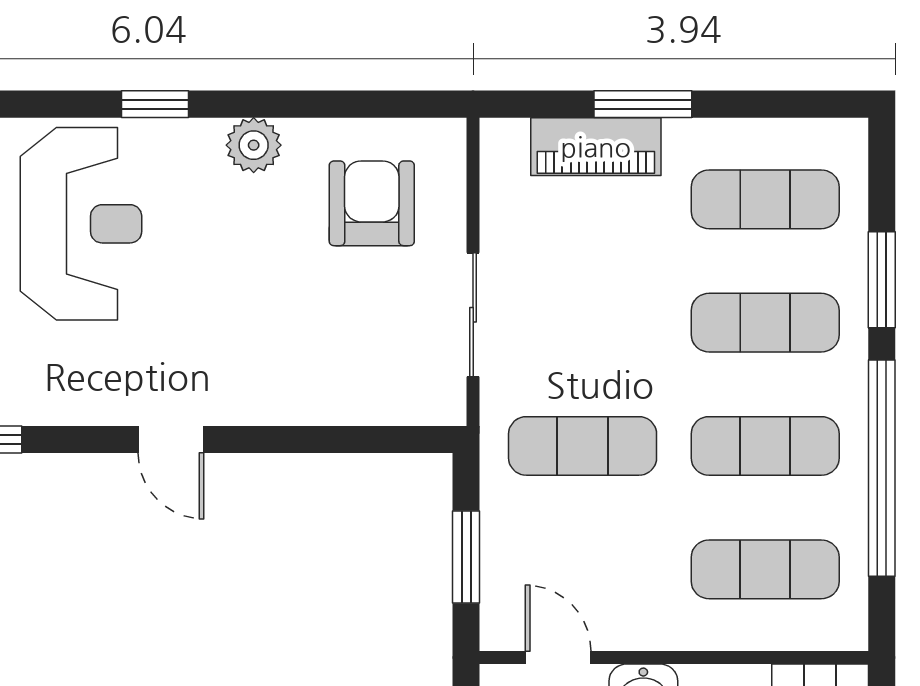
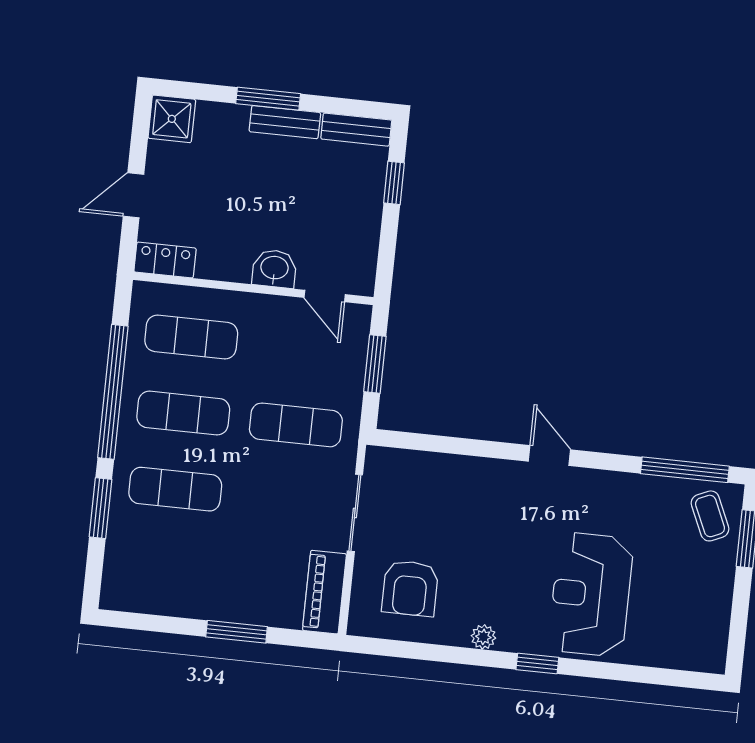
plant: (254, 145) -> (483, 637), width x0.73, depth x0.73
piano: (596, 147) -> (324, 592), moved, turned -90
exercise mat: (765, 199) -> (167, 565), removed

